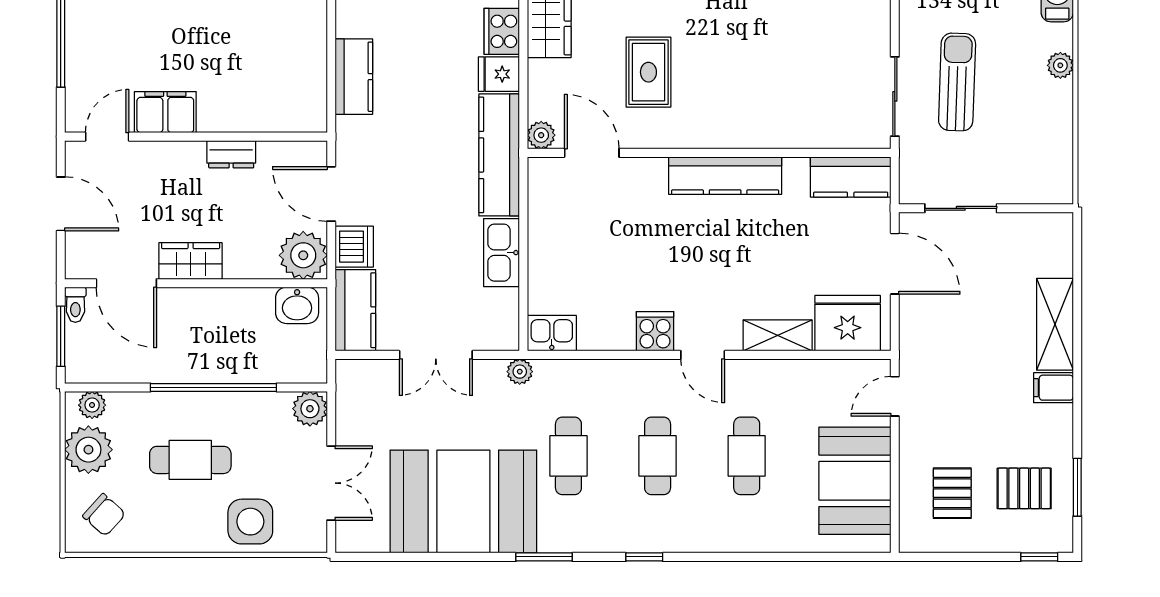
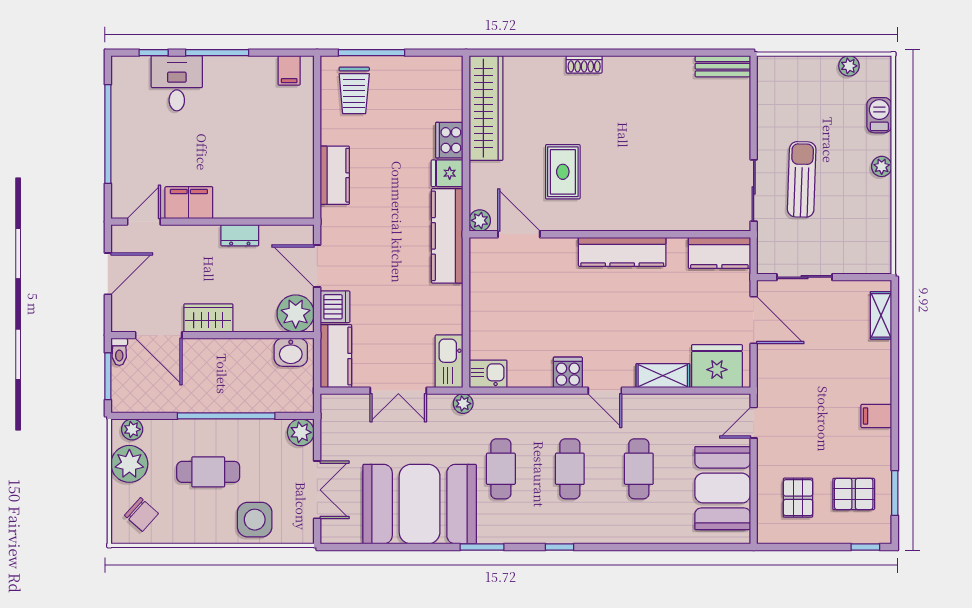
door: (61, 204) -> (108, 274), hinge flipped
kitchen sink: (502, 253) -> (449, 361), moved
shelving: (1055, 324) -> (881, 315), moved, width x0.67, depth x0.75

